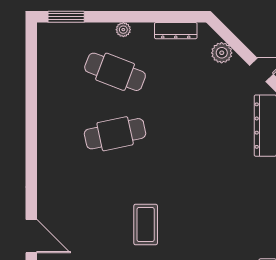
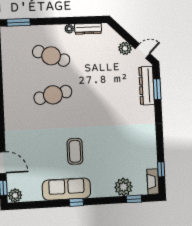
plant: (123, 30) -> (69, 29), moved
plant: (222, 53) -> (125, 48), moved

